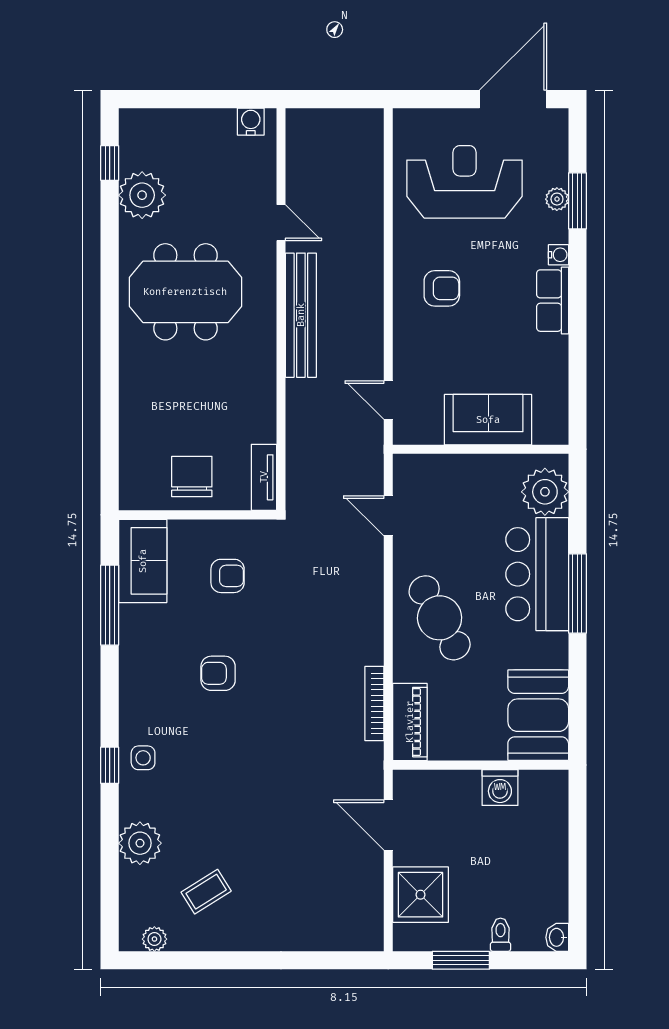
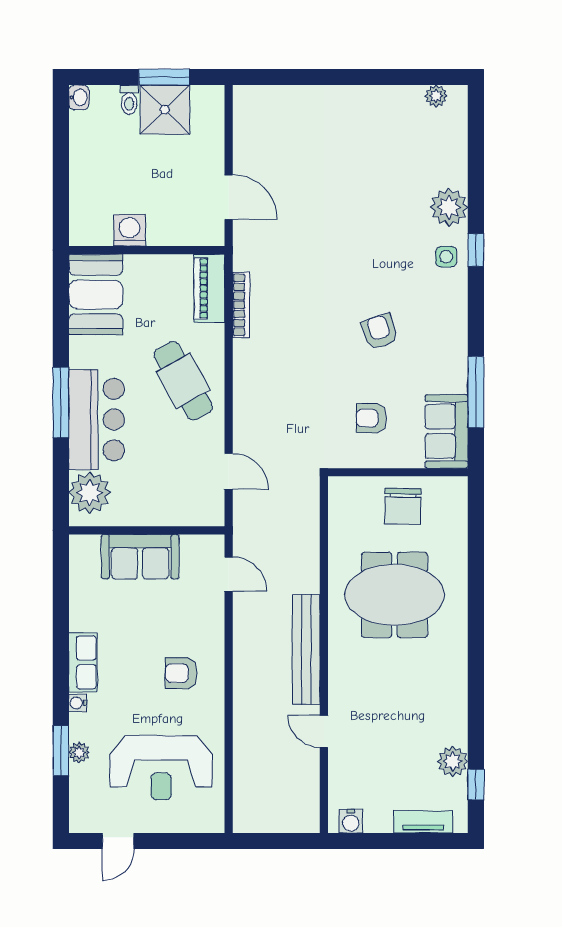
door: (513, 99) -> (118, 841), width x0.53
plant: (142, 195) -> (453, 761), width x0.73, depth x0.73
meeting table: (185, 292) -> (394, 595), moved
tv unit: (264, 477) -> (423, 822), moved, turned -90
armchair: (218, 673) -> (380, 332), turned -109
plant: (140, 843) -> (449, 207), moved
coffee table: (206, 892) -> (390, 138), removed
shower: (421, 895) -> (165, 110), moved

